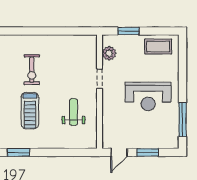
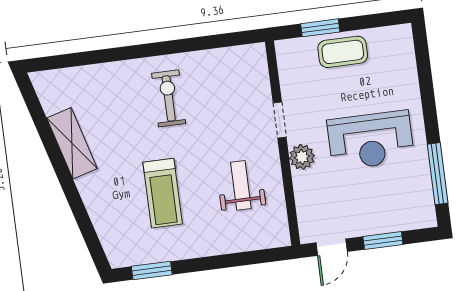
coffee table: (158, 47) -> (343, 52), moved
plant: (109, 53) -> (302, 157), moved
exercise bike: (32, 70) -> (169, 98), moved, turned 180

